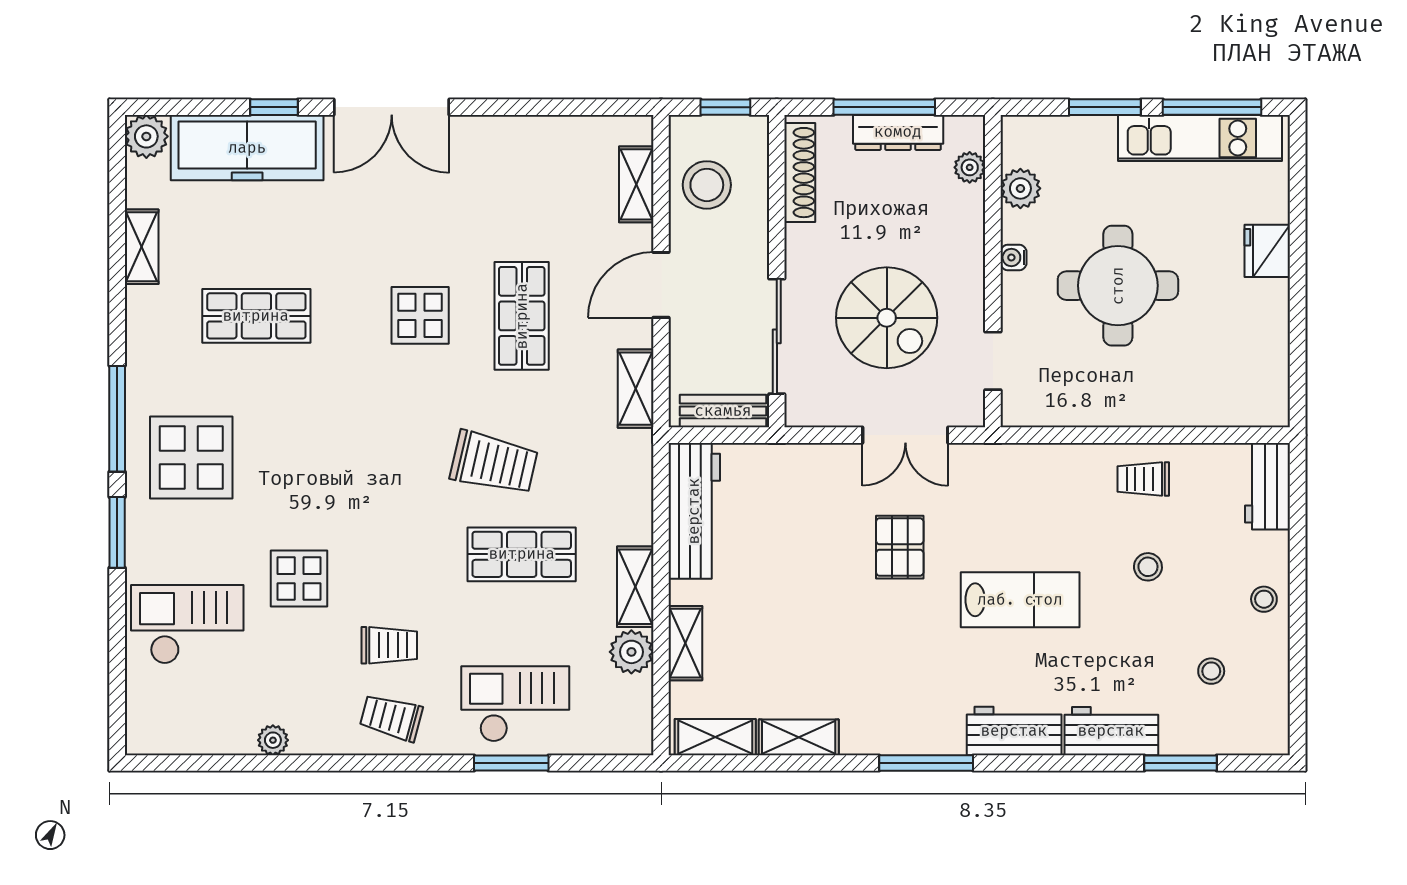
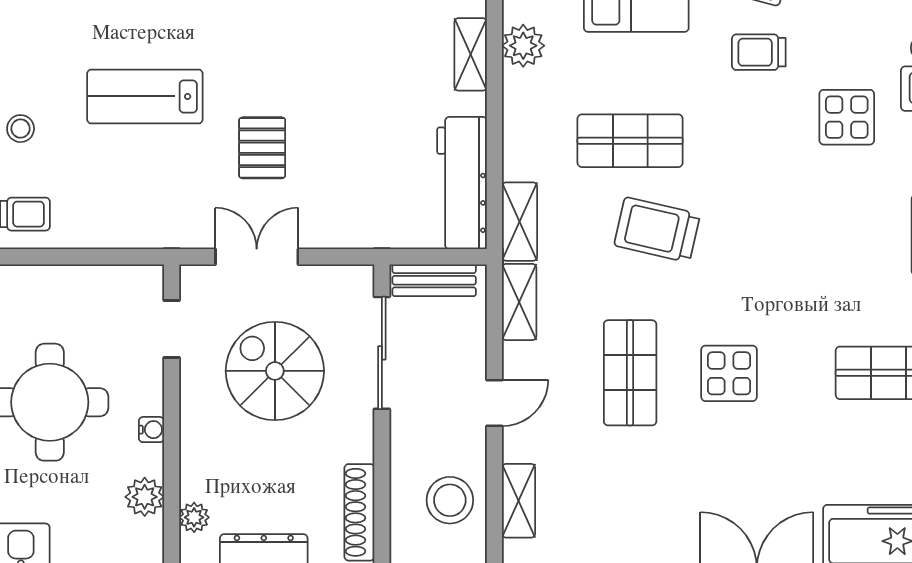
door: (661, 285) -> (494, 403), width x0.73
shelving: (635, 587) -> (520, 222), moved

